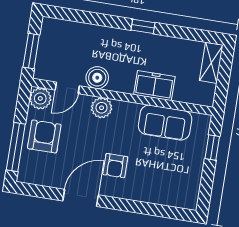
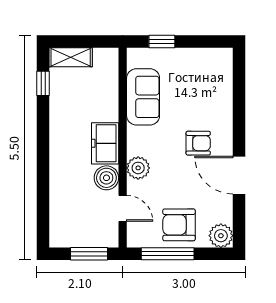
window: (143, 26) -> (43, 83), moved
freezer: (154, 86) -> (105, 143), moved
plant: (40, 98) -> (221, 236), moved
window: (16, 147) -> (168, 254), moved

